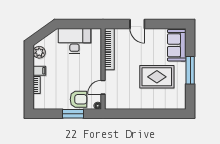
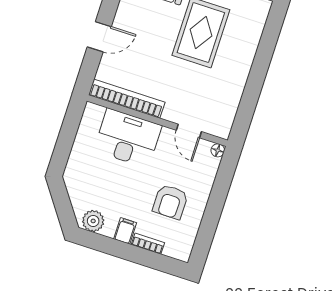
desk: (74, 41) -> (128, 138), moved, turned 90
armchair: (78, 99) -> (170, 202), moved, turned 180
window: (73, 114) -> (218, 197), removed

